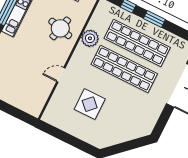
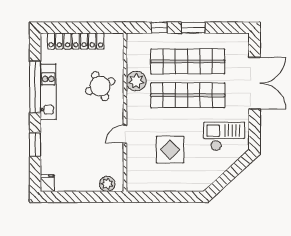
round table: (60, 28) -> (100, 86), turned -38
plant: (28, 106) -> (107, 184), added
checkout: (136, 115) -> (224, 136), added

